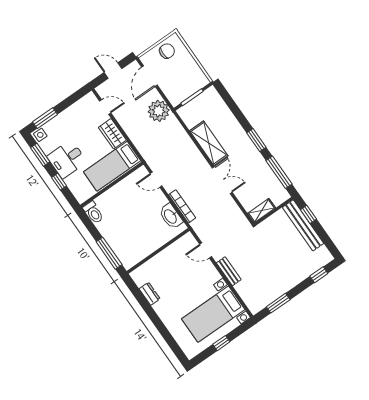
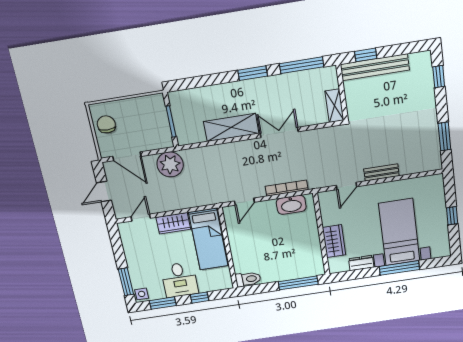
wardrobe: (157, 264) -> (334, 241), added
bed with nightstands: (213, 314) -> (399, 232), moved, turned 180
window: (160, 326) -> (399, 268), added

